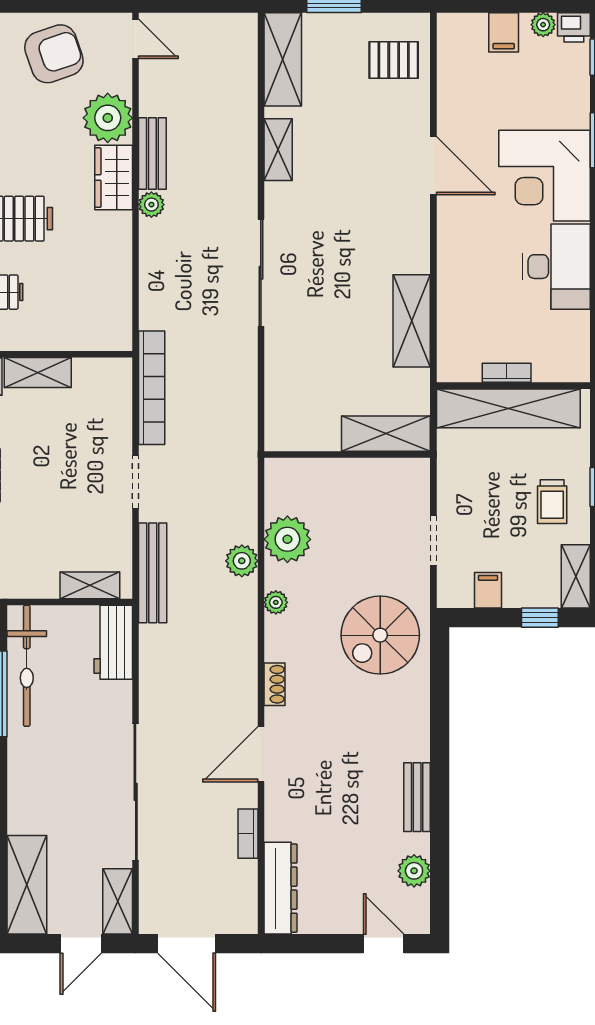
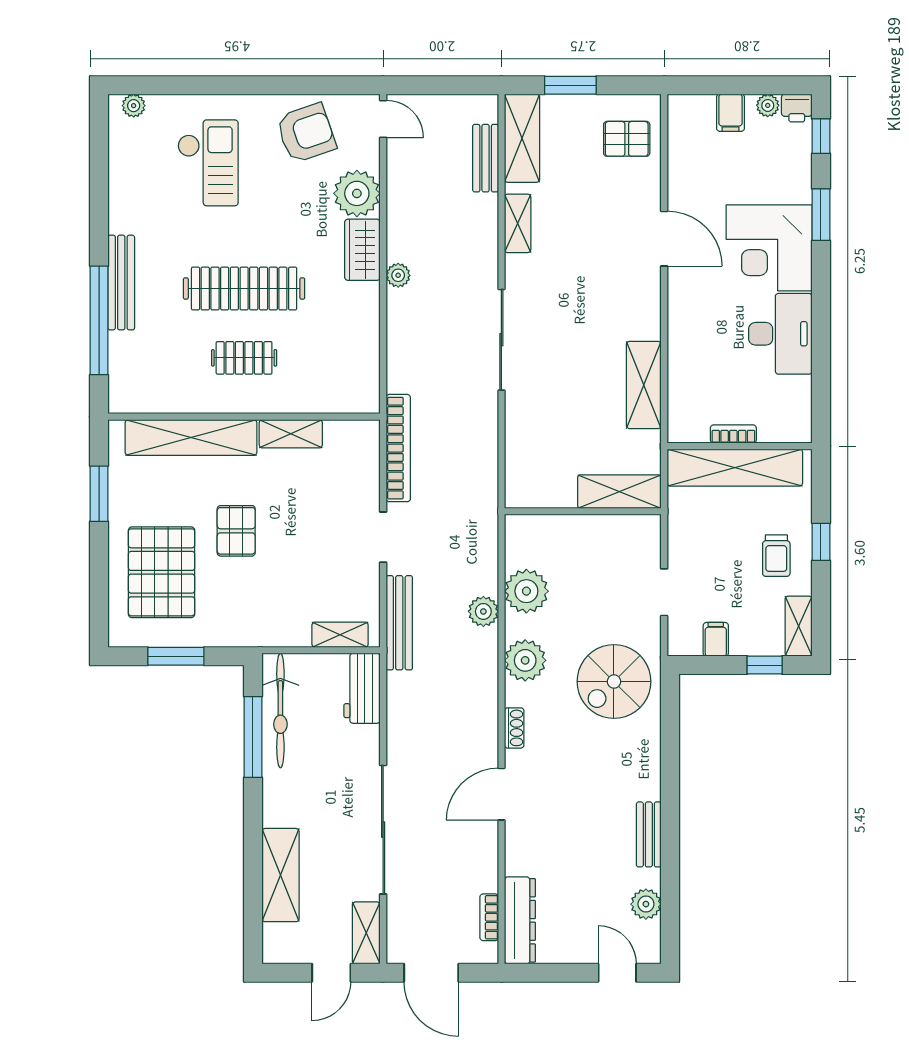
bench: (152, 153) -> (486, 158), moved
plant: (276, 602) -> (525, 660), width x1.87, depth x1.87
bookcase: (248, 834) -> (489, 917), moved
shelving: (27, 885) -> (280, 875), moved

